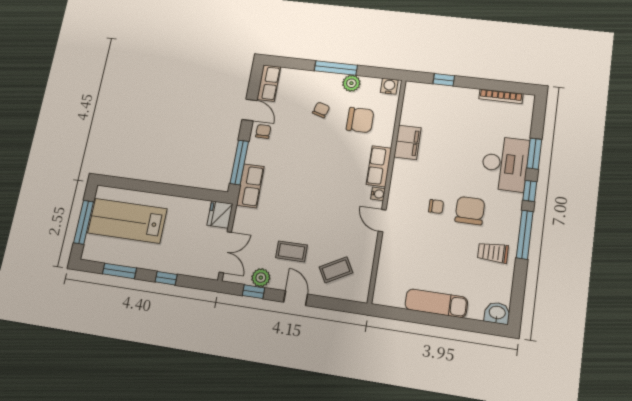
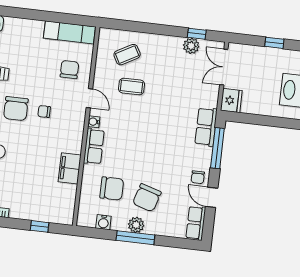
plant: (351, 83) -> (136, 225), moved
water cooler: (389, 86) -> (103, 222), moved
chair: (321, 110) -> (147, 198), width x1.87, depth x1.87
chair: (360, 120) -> (112, 188), turned 180
coffee table: (291, 251) -> (132, 86), moved
chair: (405, 254) -> (69, 70), added
door: (296, 298) -> (160, 29), removed
exam couch: (436, 303) -> (69, 32), moved

